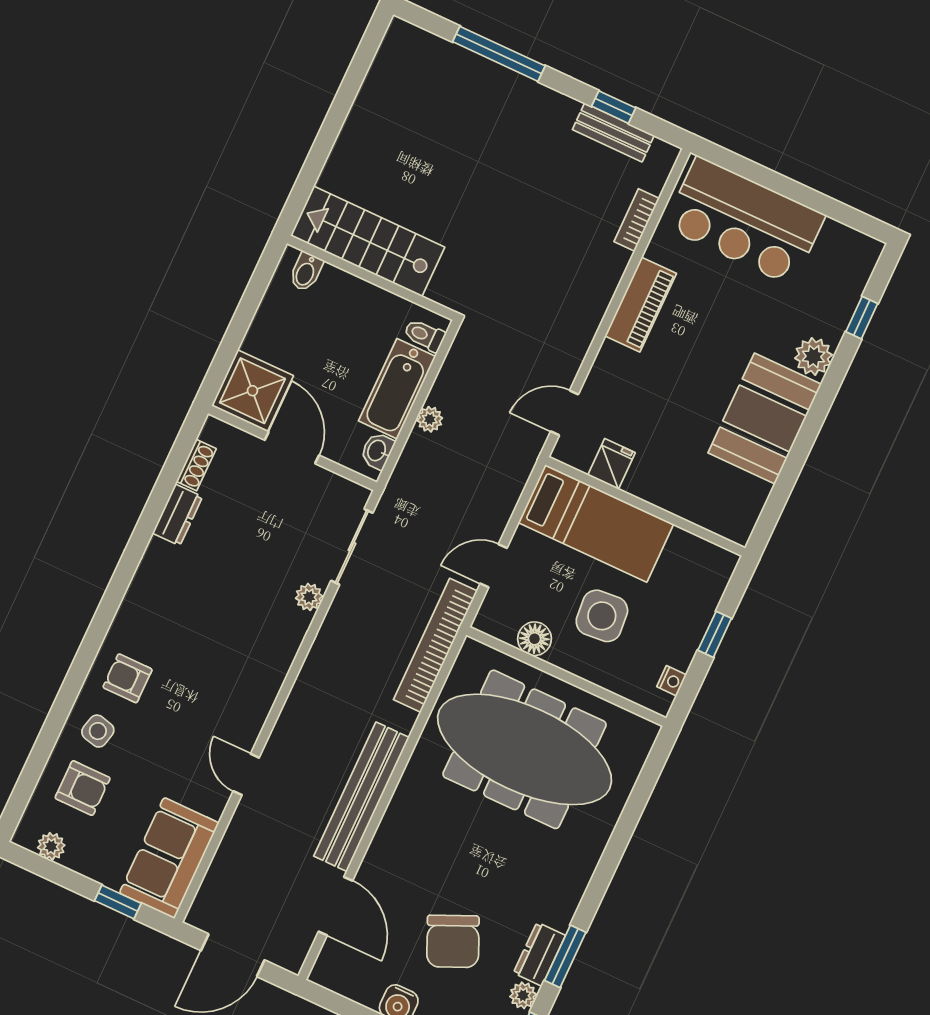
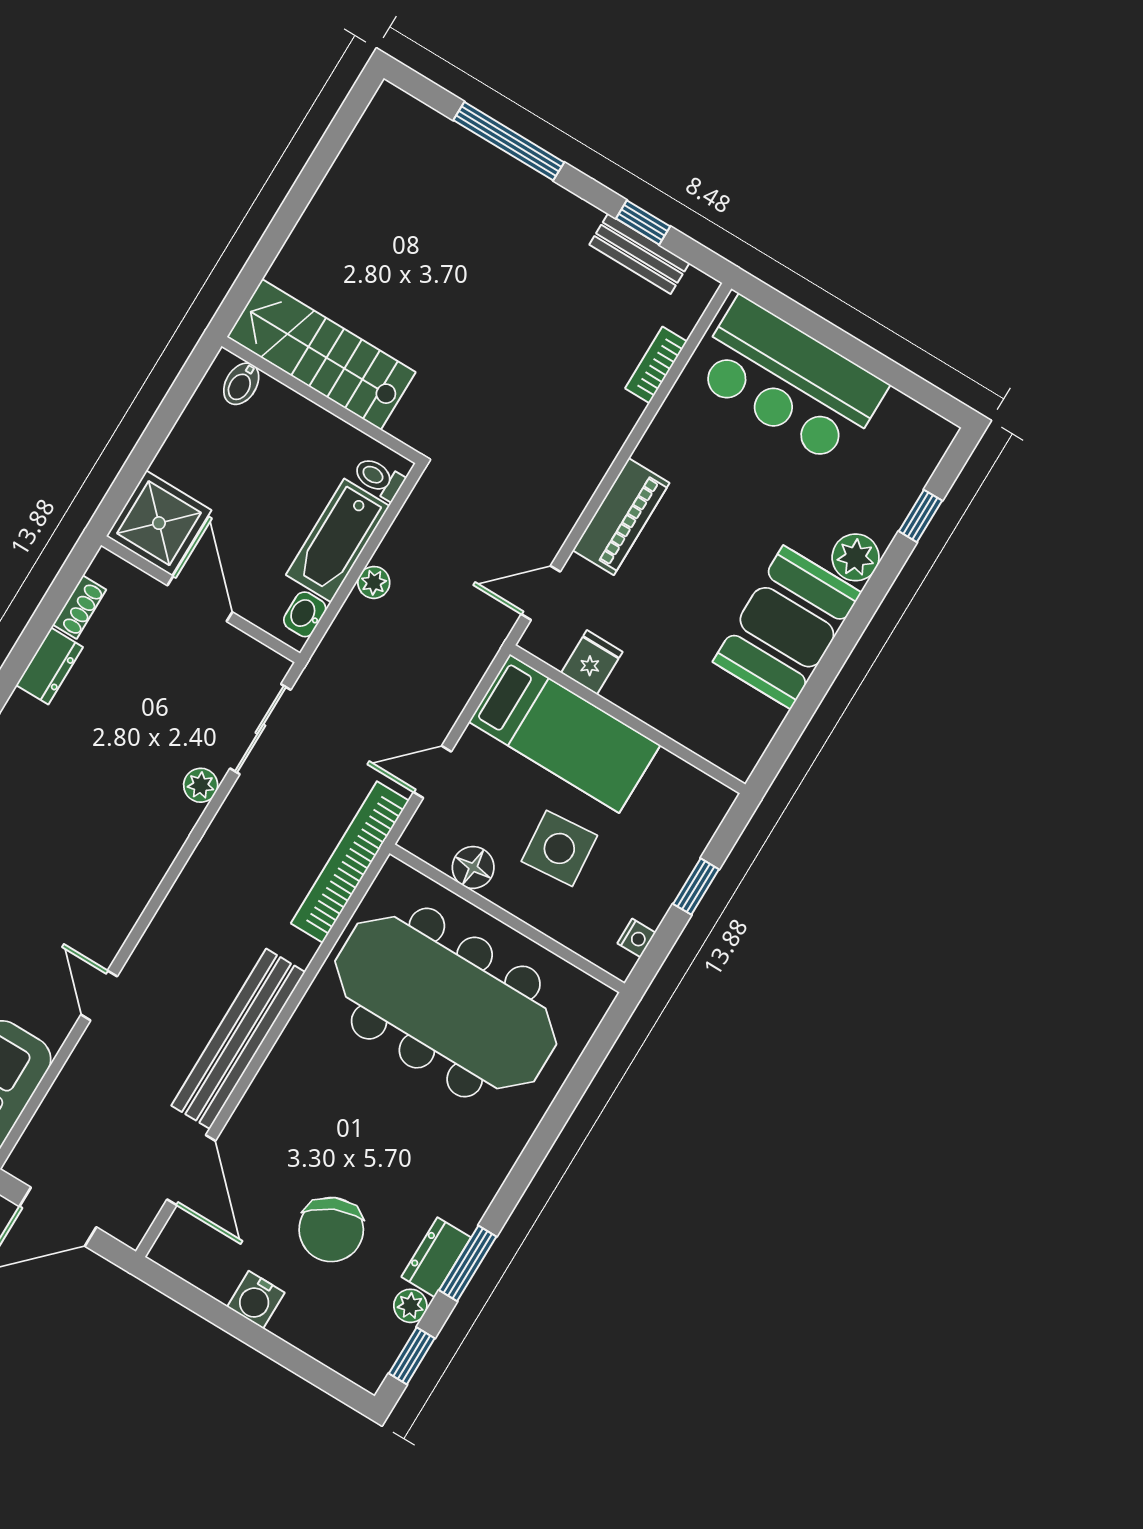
piano: (641, 305) -> (621, 517), moved

